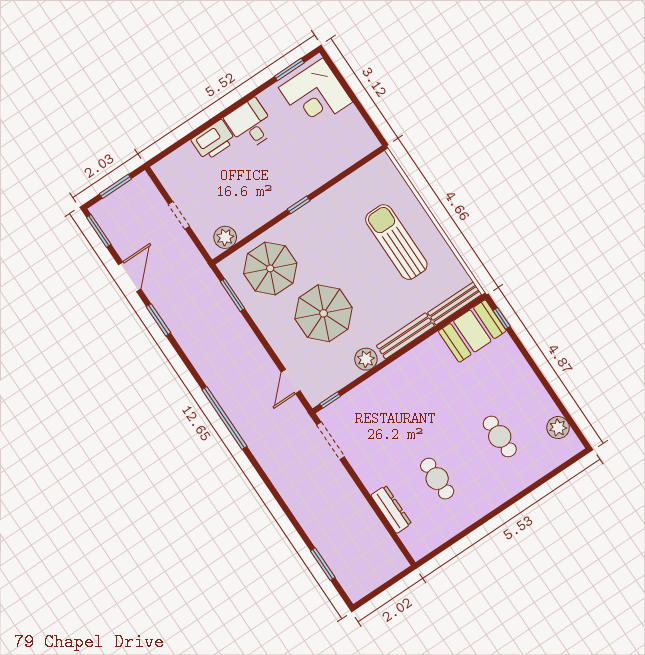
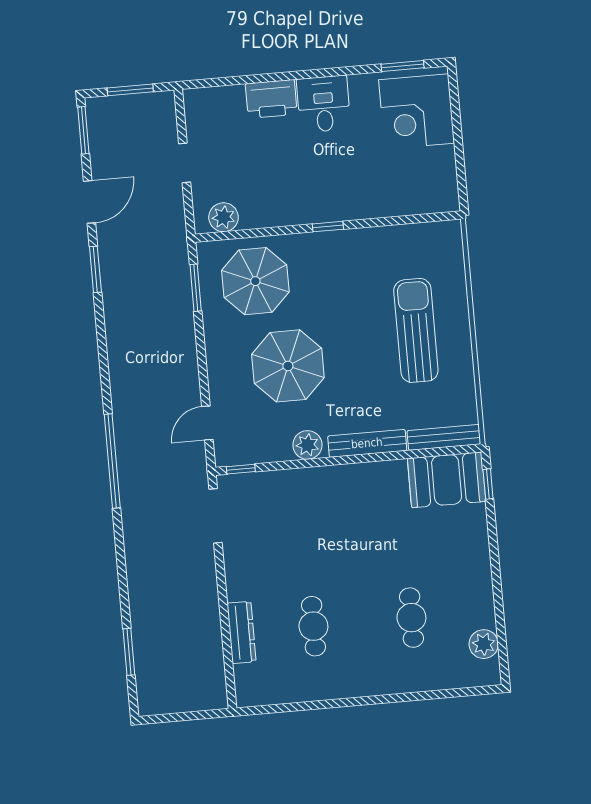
window: (224, 418) -> (112, 461), moved

